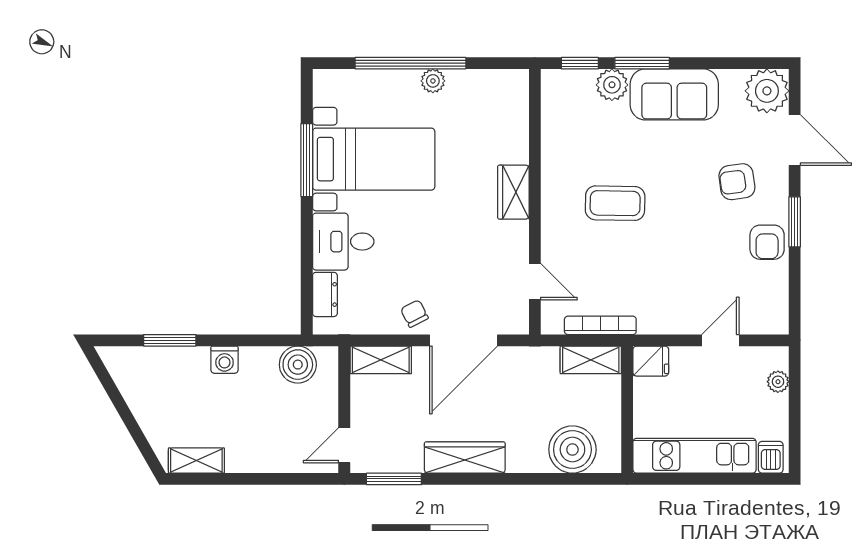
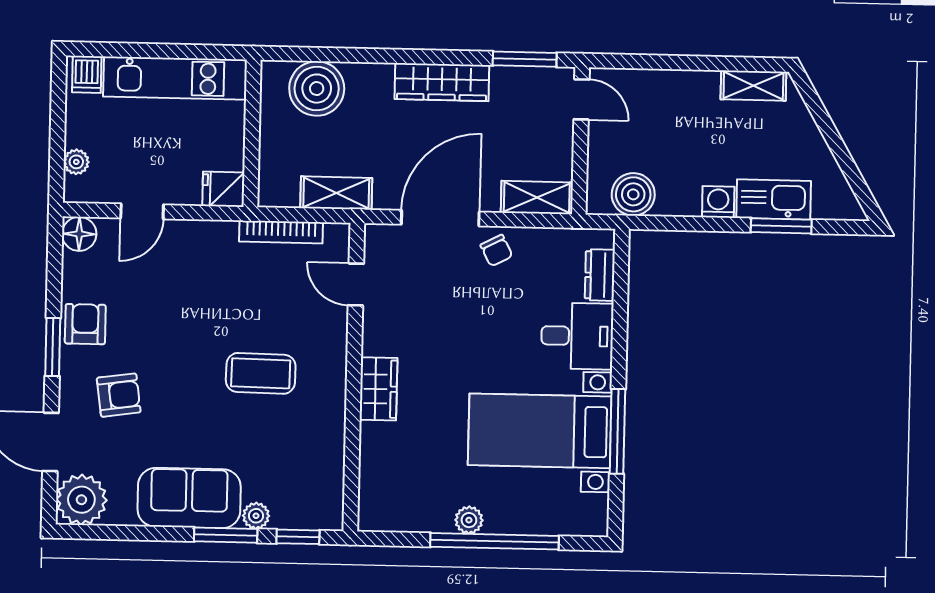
plant: (612, 85) -> (256, 516), width x0.73, depth x0.73
floor lamp: (774, 320) -> (79, 234), added
shelving: (591, 360) -> (336, 193), moved
kitchen sink: (177, 363) -> (774, 200), added
door: (344, 445) -> (581, 99), hinge flipped

